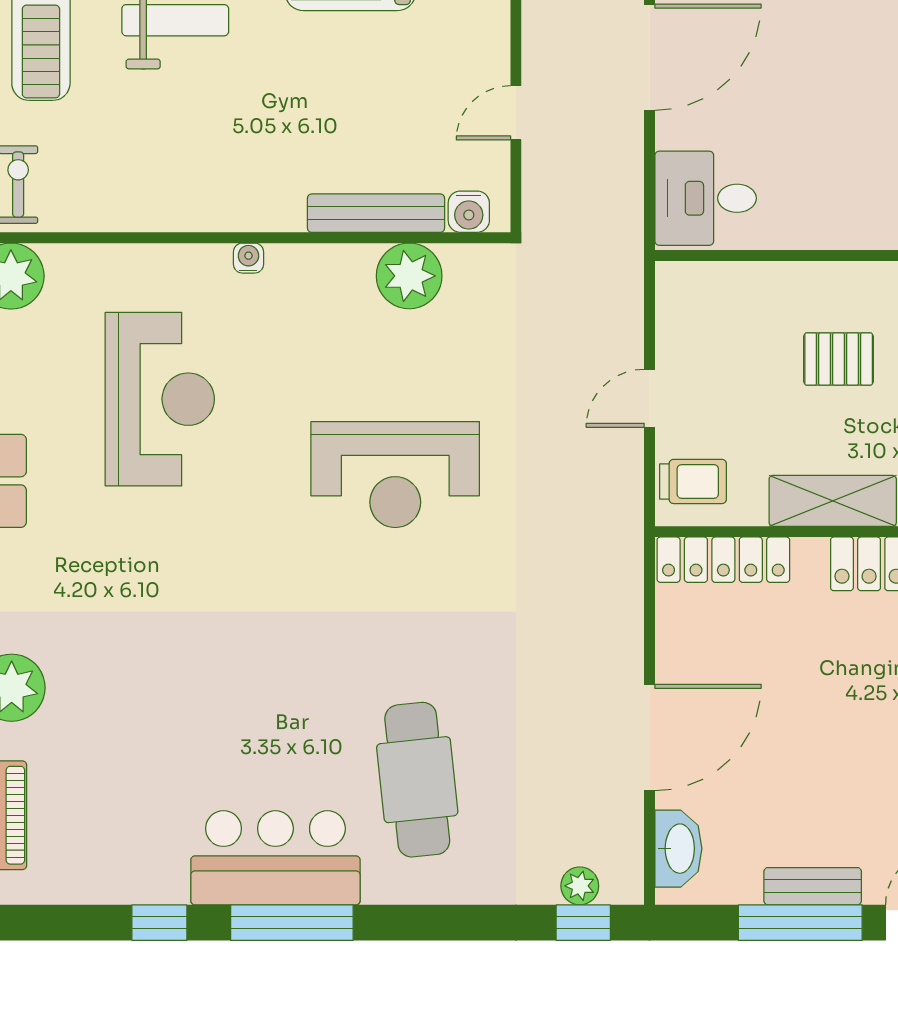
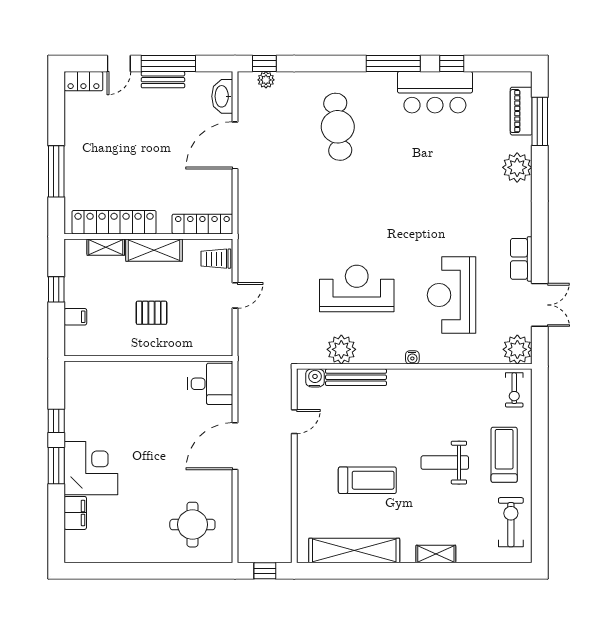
reception desk: (395, 475) -> (357, 288), moved
bar counter: (275, 858) -> (435, 92), moved

